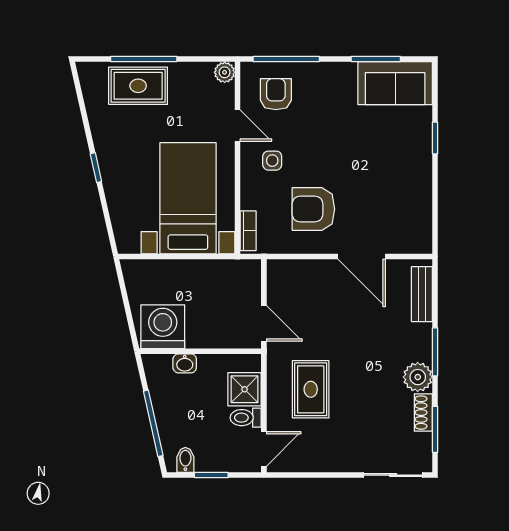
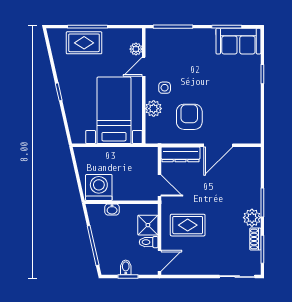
plant: (225, 72) -> (136, 49), moved
armchair: (276, 94) -> (167, 48), removed
door: (238, 126) -> (144, 67), swing flipped
plant: (254, 195) -> (154, 109), added
armchair: (313, 209) -> (189, 117), turned 90
bookcase: (248, 231) -> (150, 130), removed
door: (362, 256) -> (218, 145), hinge flipped
dresser: (299, 272) -> (181, 154), added
bench: (422, 294) -> (254, 168), removed
rug: (311, 389) -> (188, 225), turned 90
bidet: (185, 460) -> (126, 267), moved

